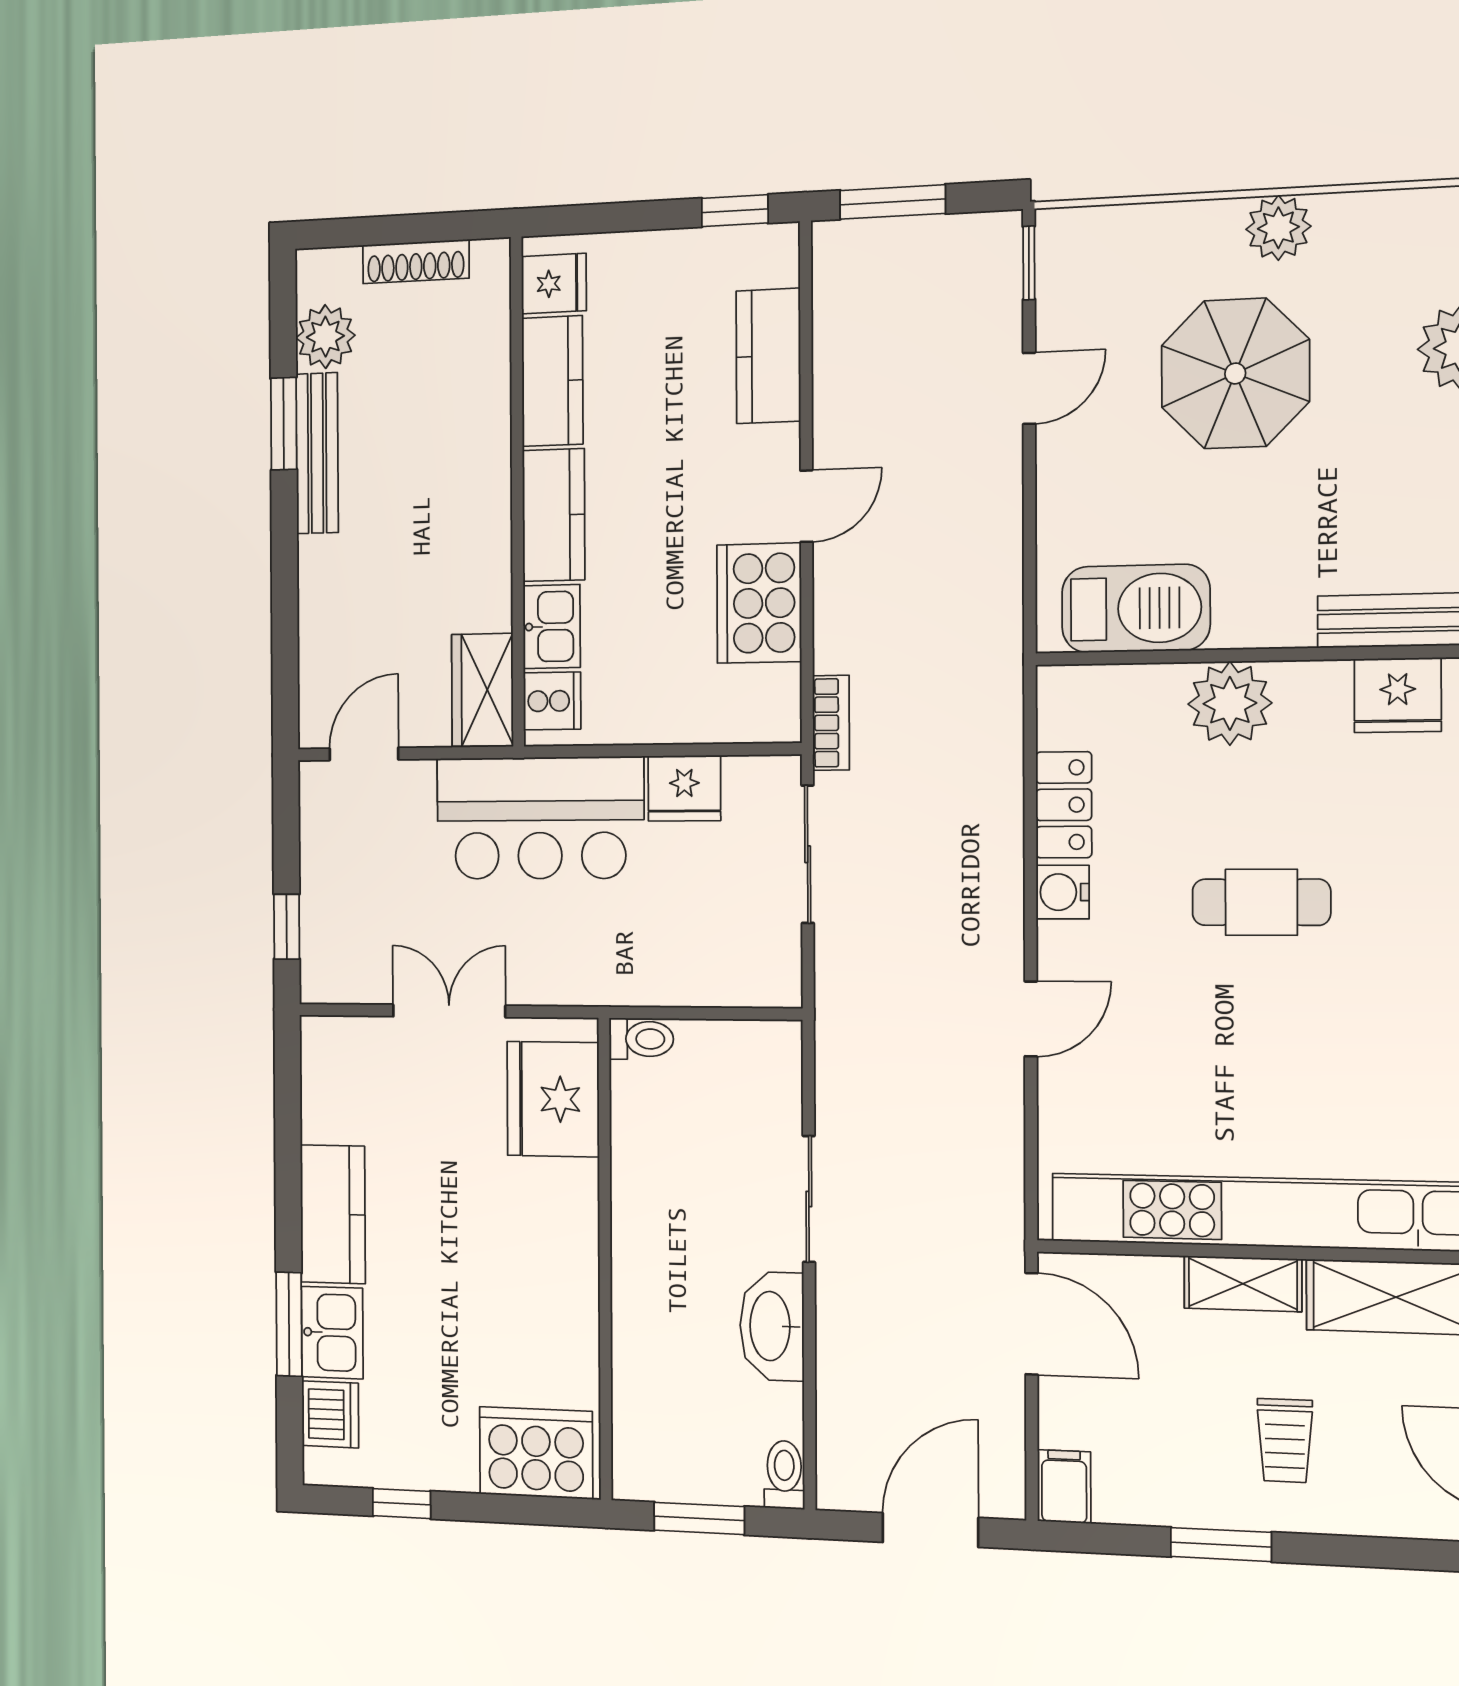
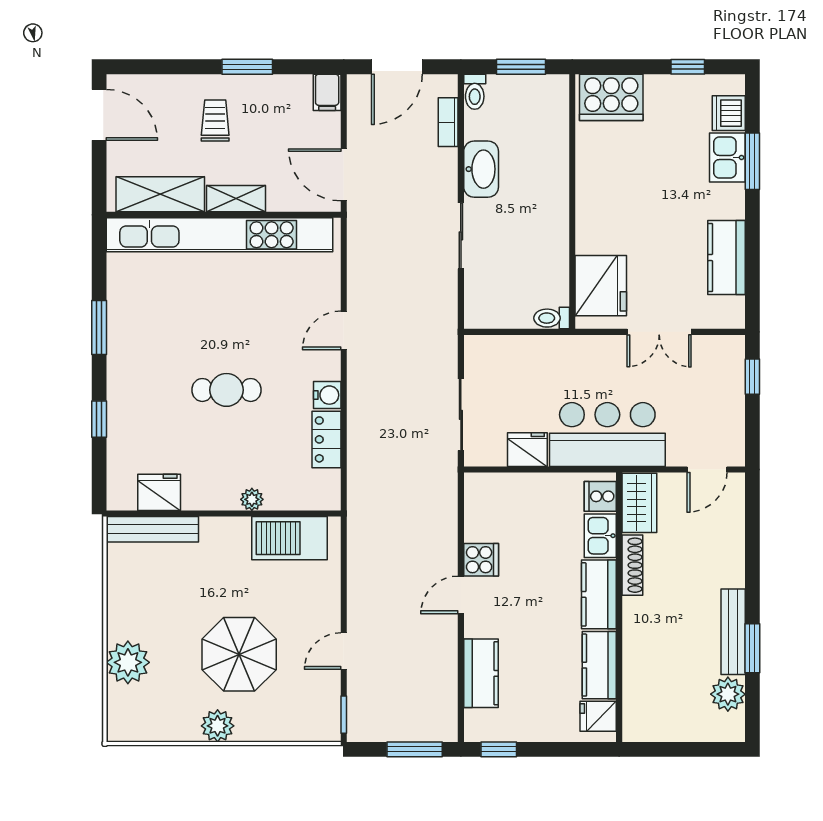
shoe rack: (416, 262) -> (632, 565), moved, turned 90
cooker: (759, 603) -> (481, 560), width x0.53, depth x0.76
plant: (1230, 703) -> (252, 499), width x0.53, depth x0.53
bookcase: (831, 723) -> (448, 122), moved
kitchen counter: (333, 1214) -> (727, 258), moved

